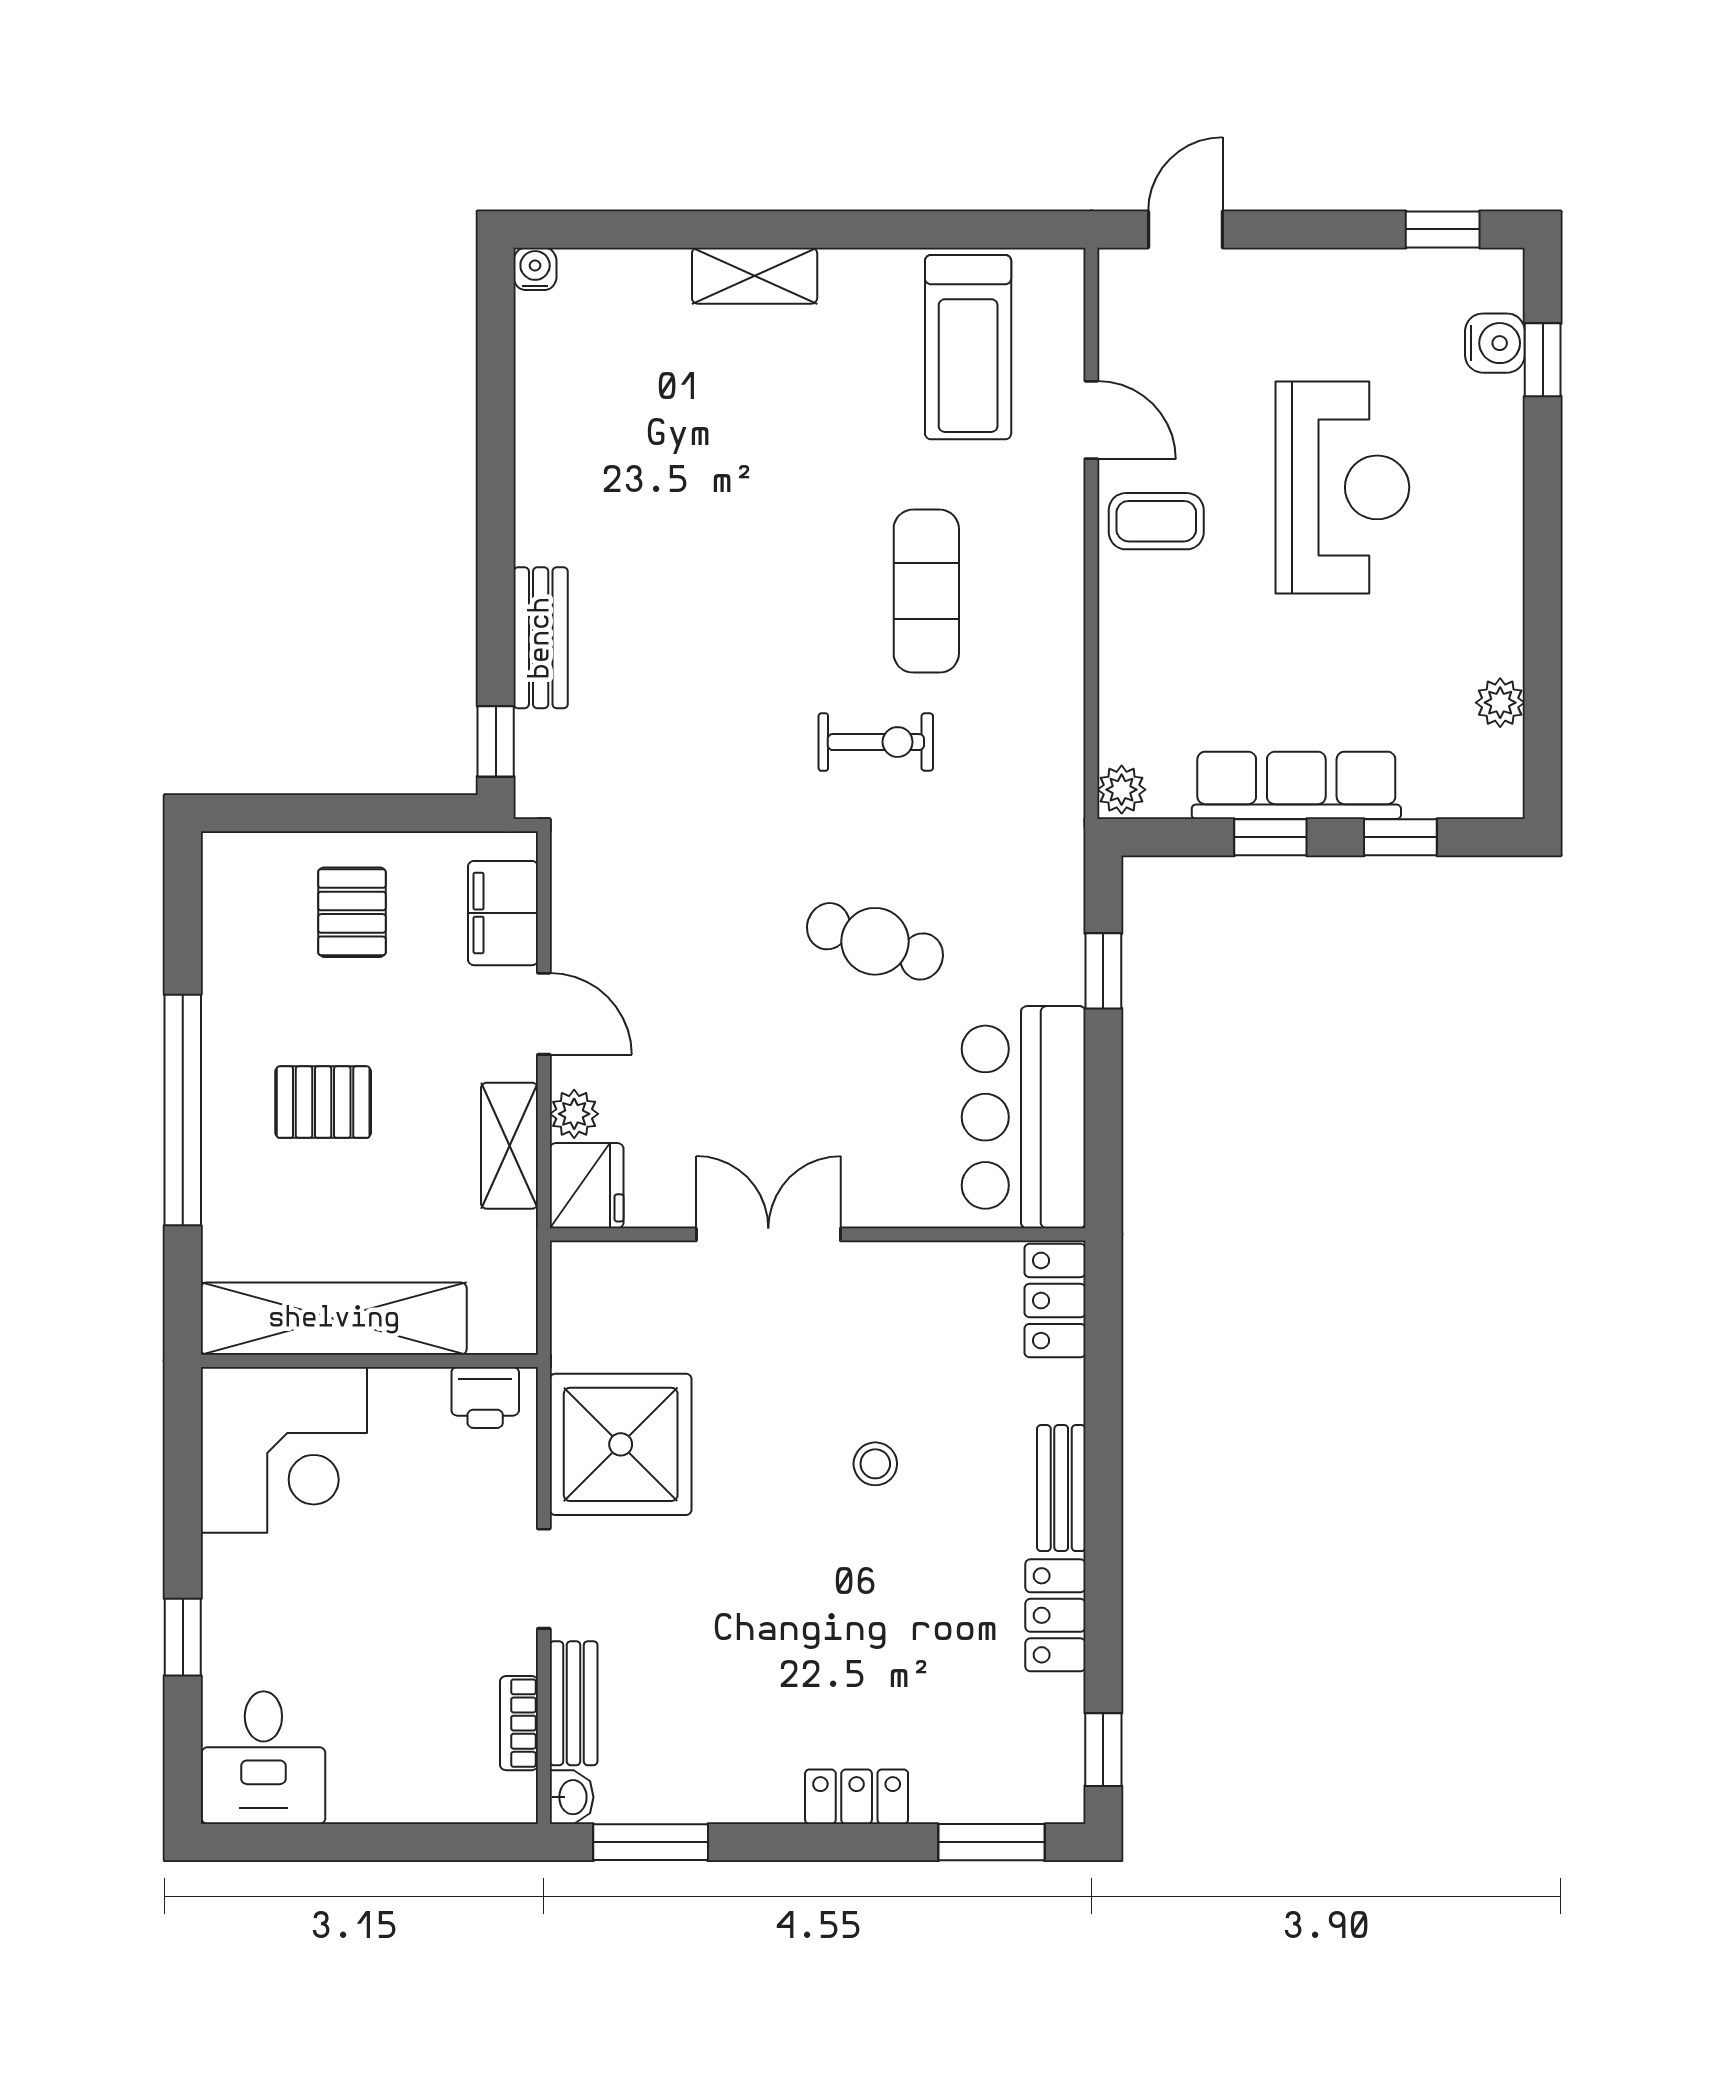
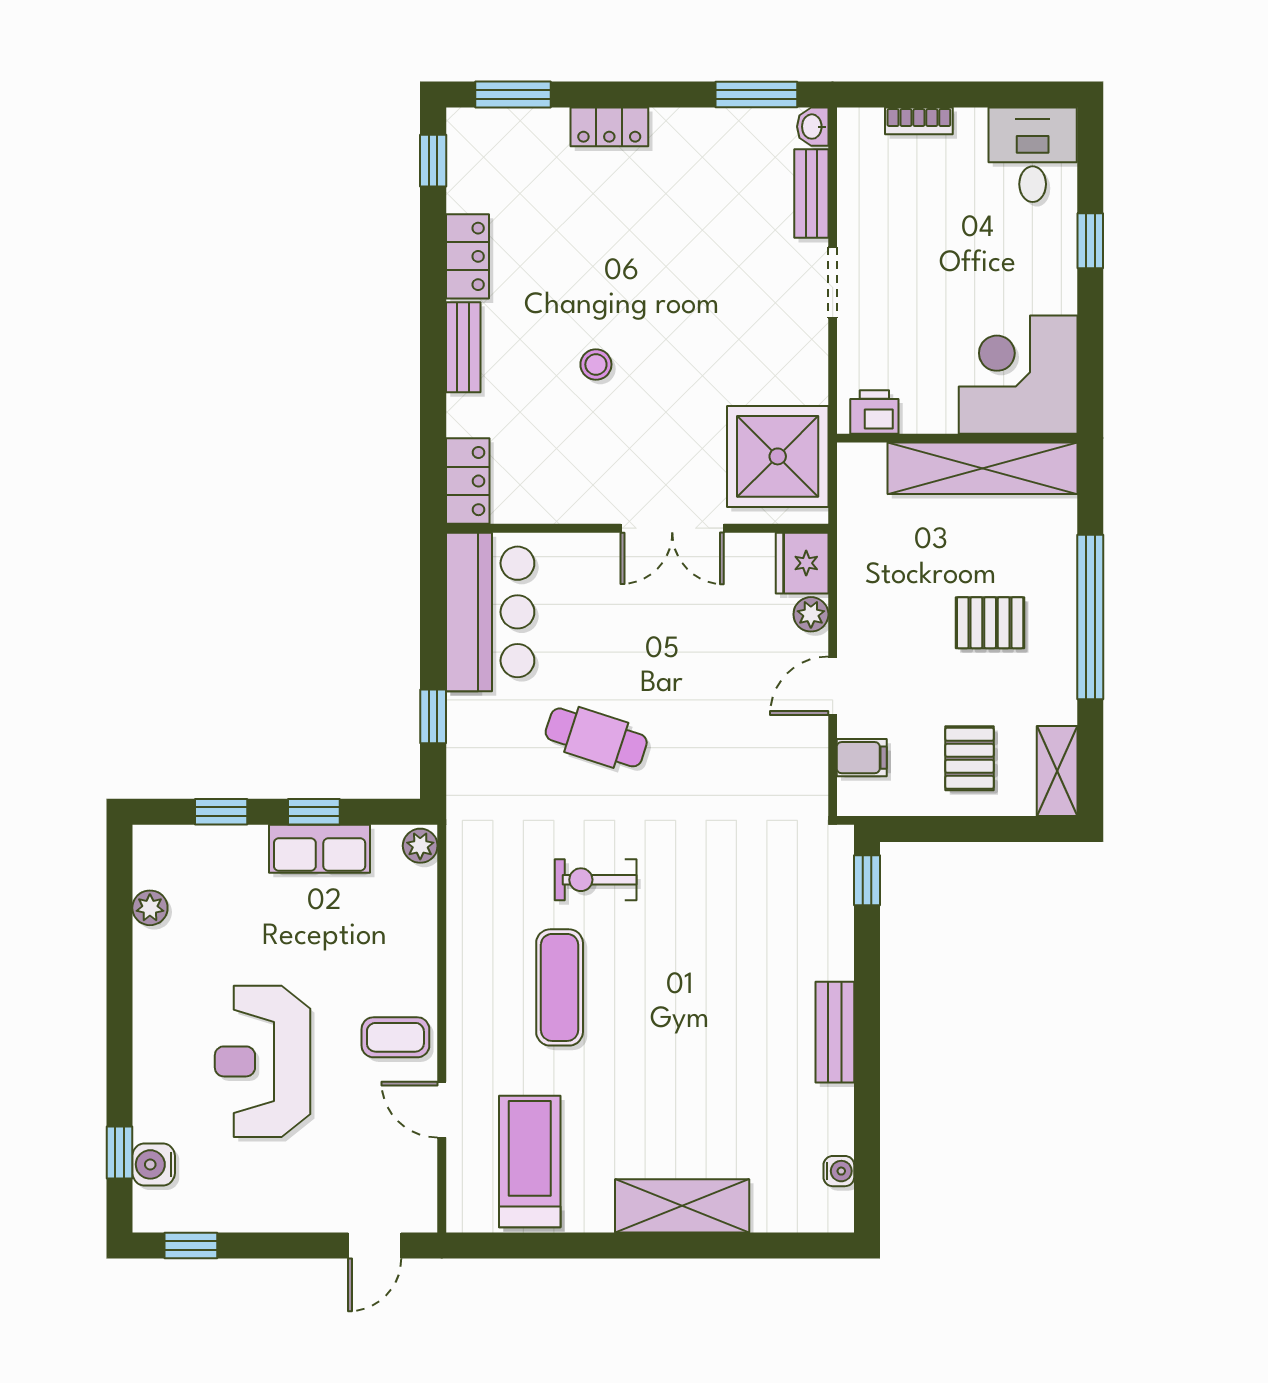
water cooler: (535, 269) -> (839, 1171), moved, turned -90
shelving: (755, 276) -> (682, 1206), width x1.50, depth x1.33
bench: (541, 638) -> (835, 1032), moved
row of seats: (1296, 785) -> (320, 849), width x0.68
filing cabinet: (503, 913) -> (862, 758), width x0.50
door: (544, 1014) -> (833, 686), hinge flipped
shelving: (509, 1146) -> (1057, 771), moved
shower: (621, 1444) -> (778, 456), moved
bookcase: (519, 1723) -> (919, 121), moved, turned 90

